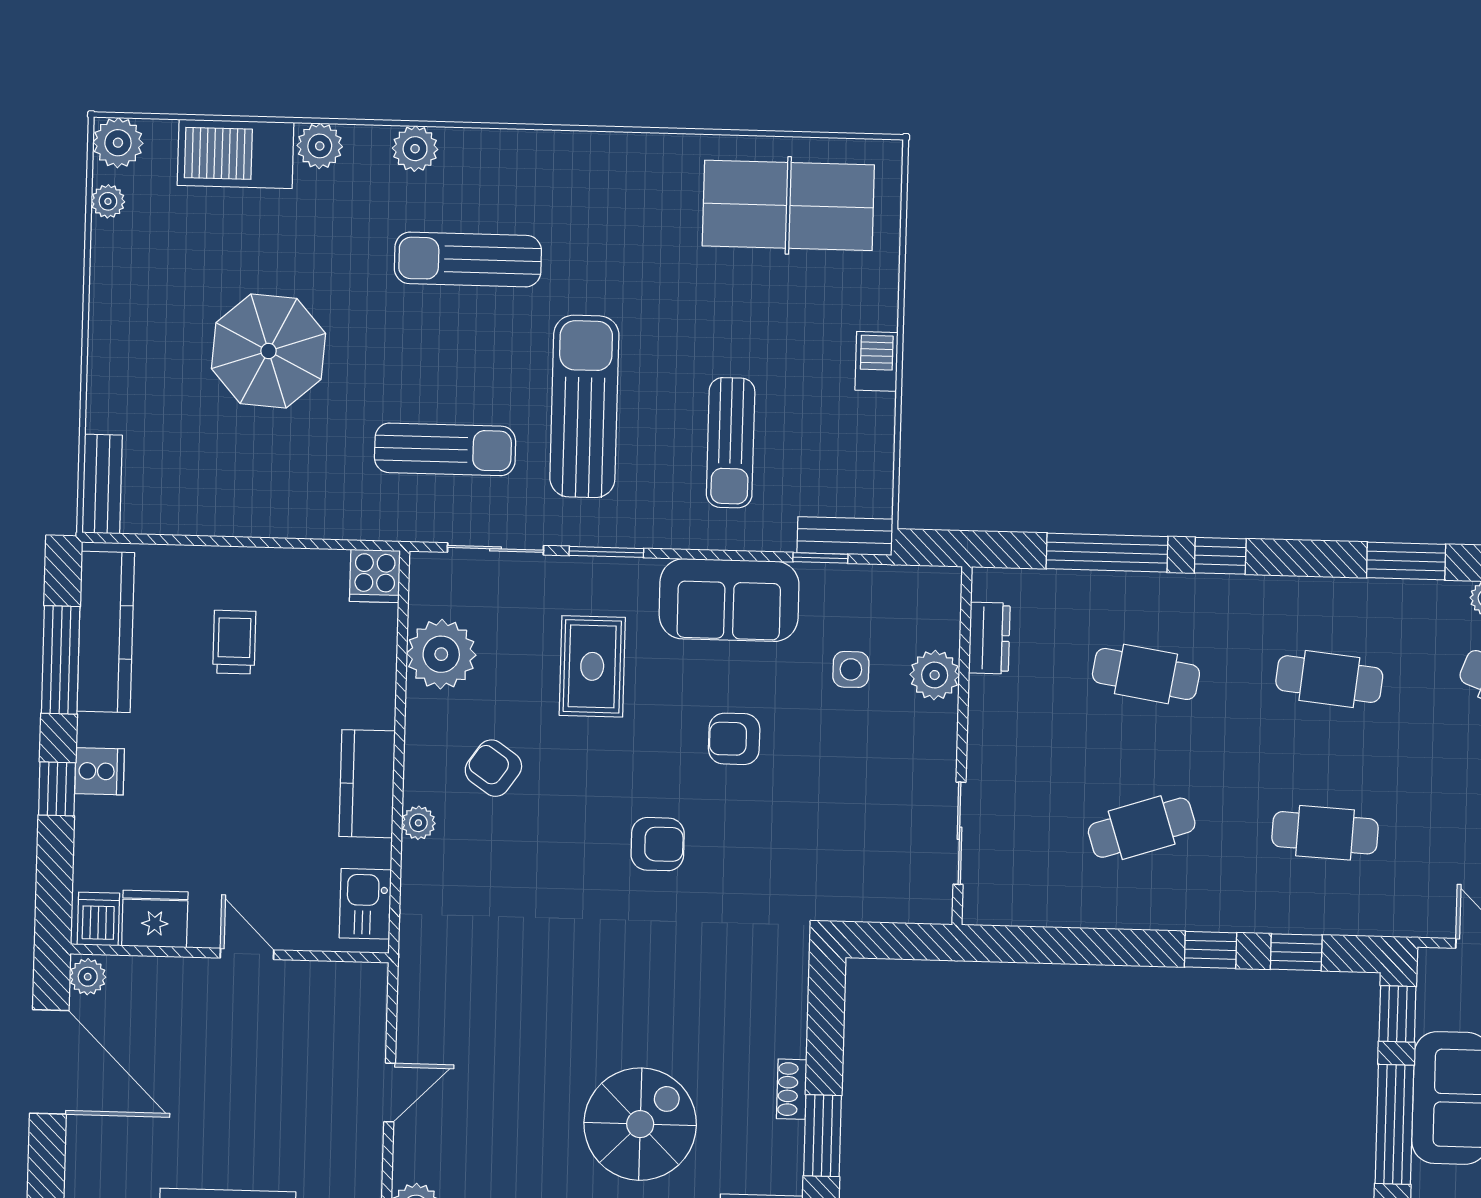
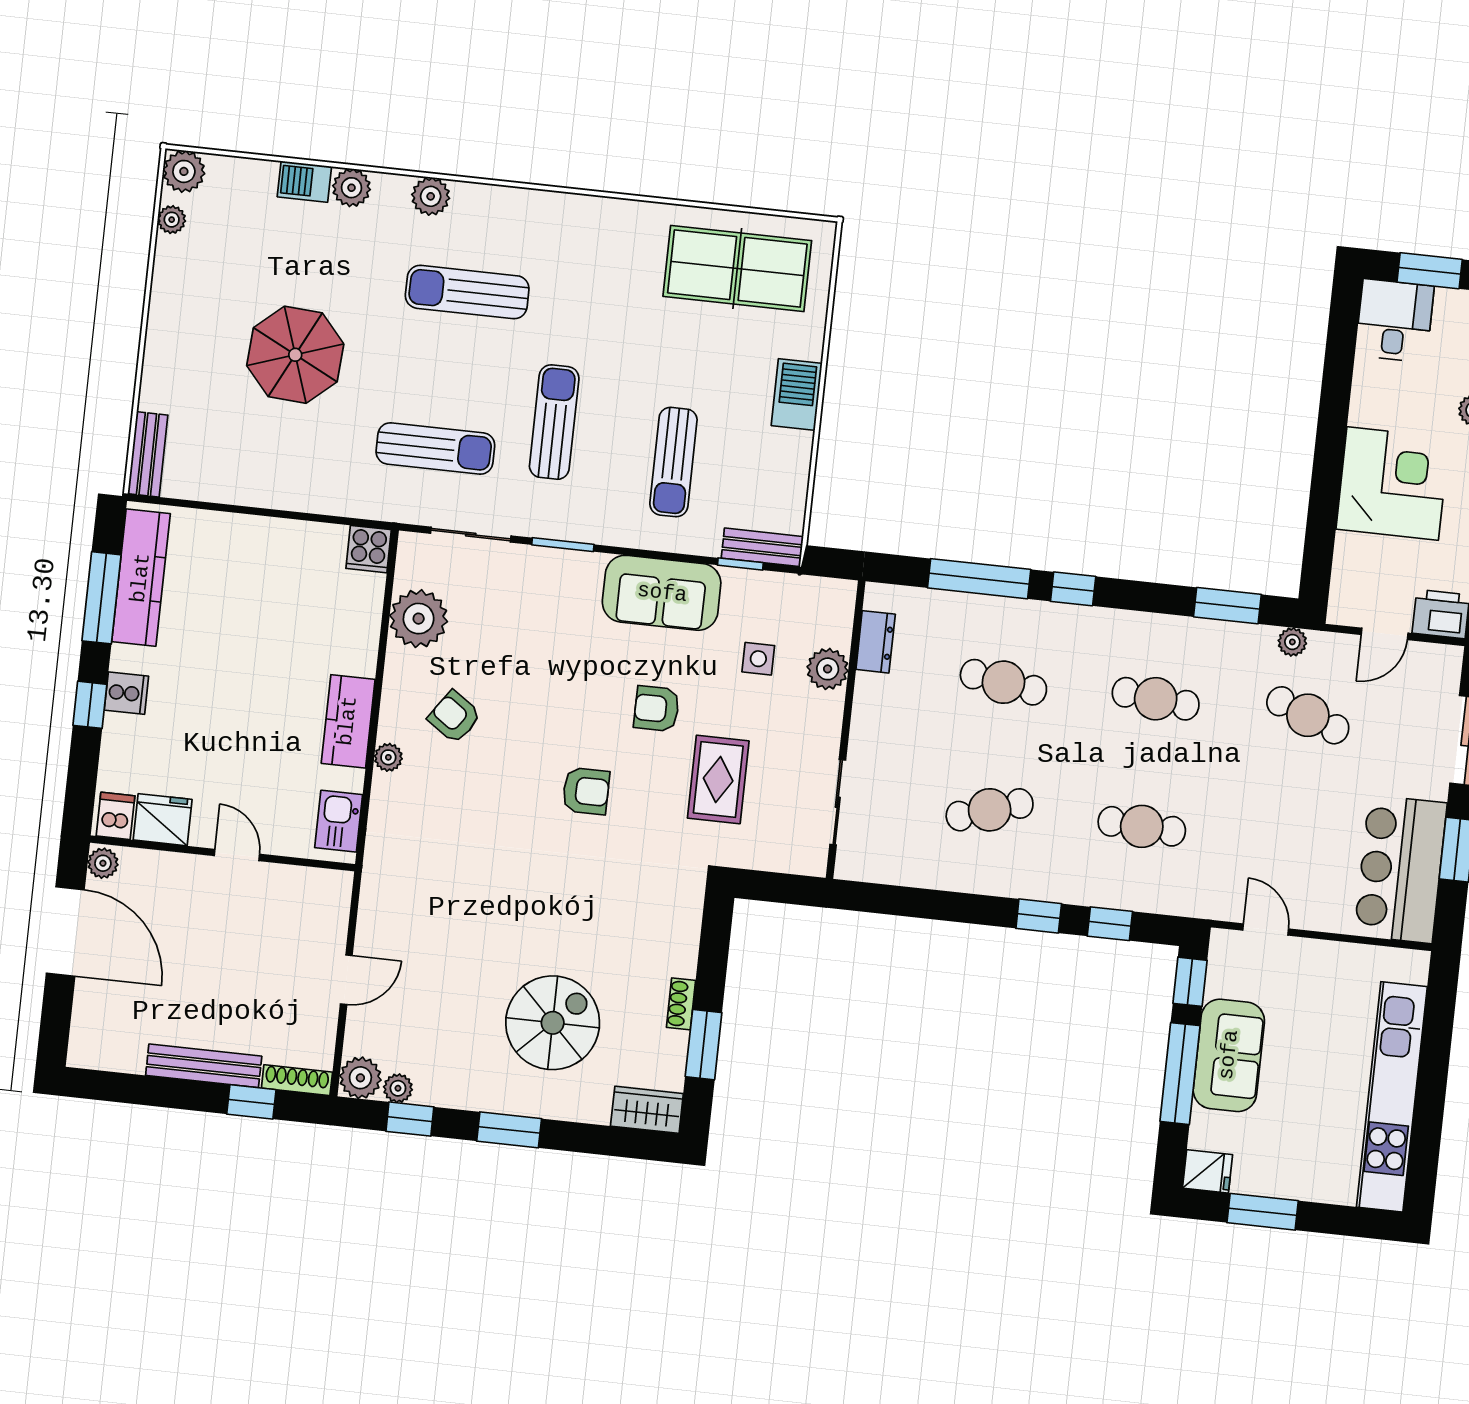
barbecue: (236, 154) -> (304, 182), width x0.53, depth x0.65
barbecue: (877, 361) -> (797, 394), width x1.38, depth x1.27
sun lounger: (584, 406) -> (554, 422), width x0.73, depth x0.75
trolley: (234, 642) -> (247, 595), removed
rug: (592, 666) -> (718, 779), moved

